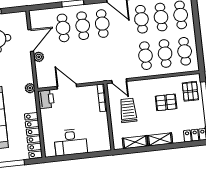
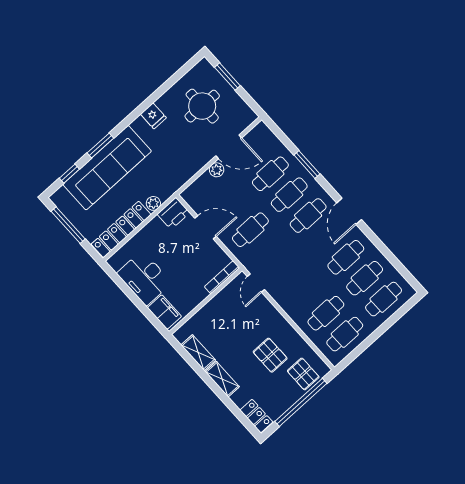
cafe table: (145, 56) -> (250, 230), moved
door: (67, 87) -> (206, 227), hinge flipped
plant: (30, 88) -> (153, 203), moved
pallet: (190, 91) -> (303, 374), turned 90
trolley: (128, 110) -> (229, 318), removed
filing cabinet: (98, 145) -> (164, 312), added

